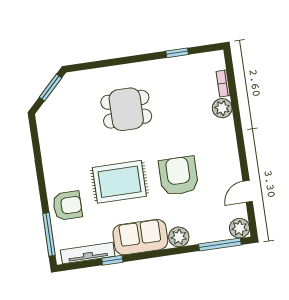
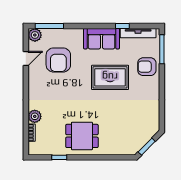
dining table: (126, 109) -> (82, 136), moved
armchair: (179, 176) -> (58, 60), moved
plant: (179, 237) -> (76, 35), removed

